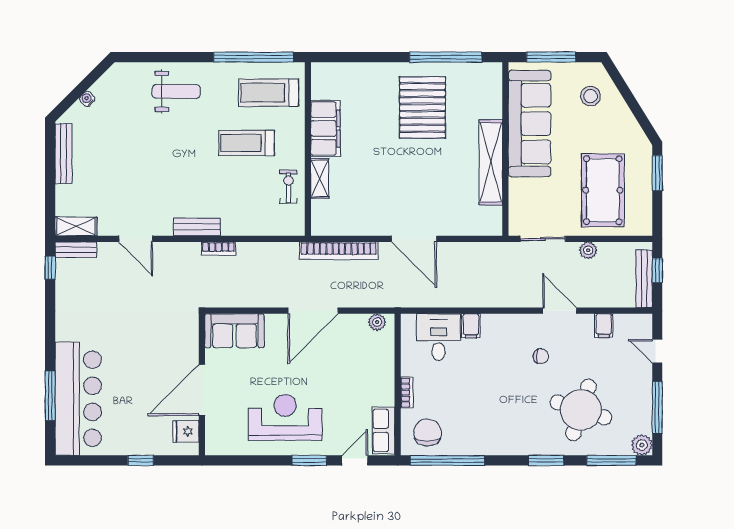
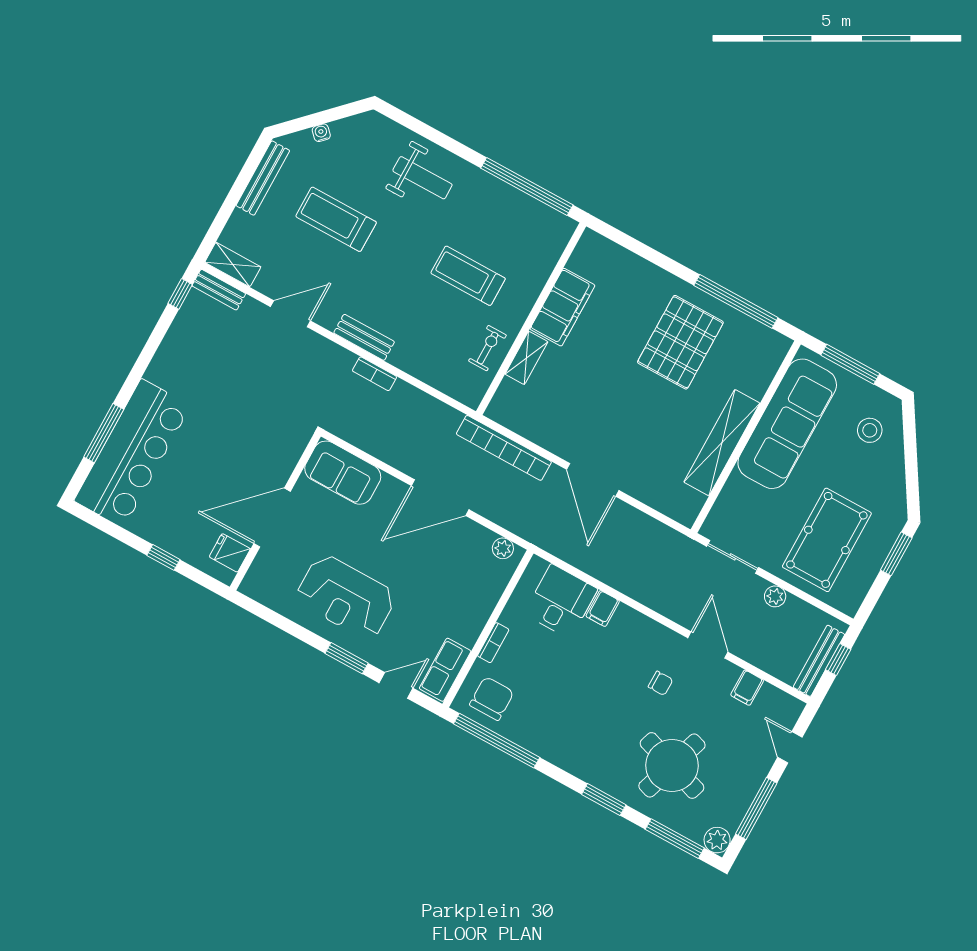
treadmill: (269, 93) -> (336, 219), moved
door: (136, 239) -> (290, 314), swing flipped
reception desk: (285, 417) -> (346, 597), turned 180

